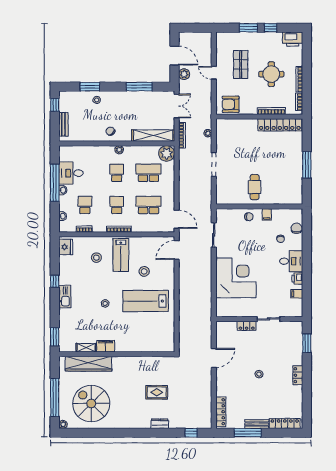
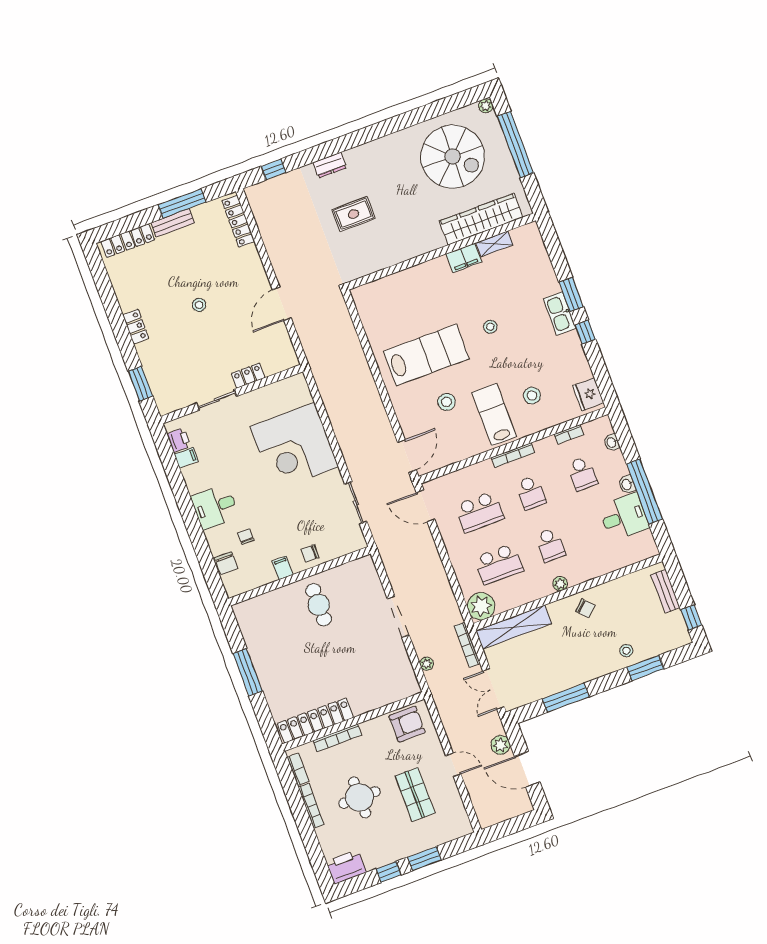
printer: (297, 278) -> (179, 440), moved
window: (55, 337) -> (571, 294), moved

